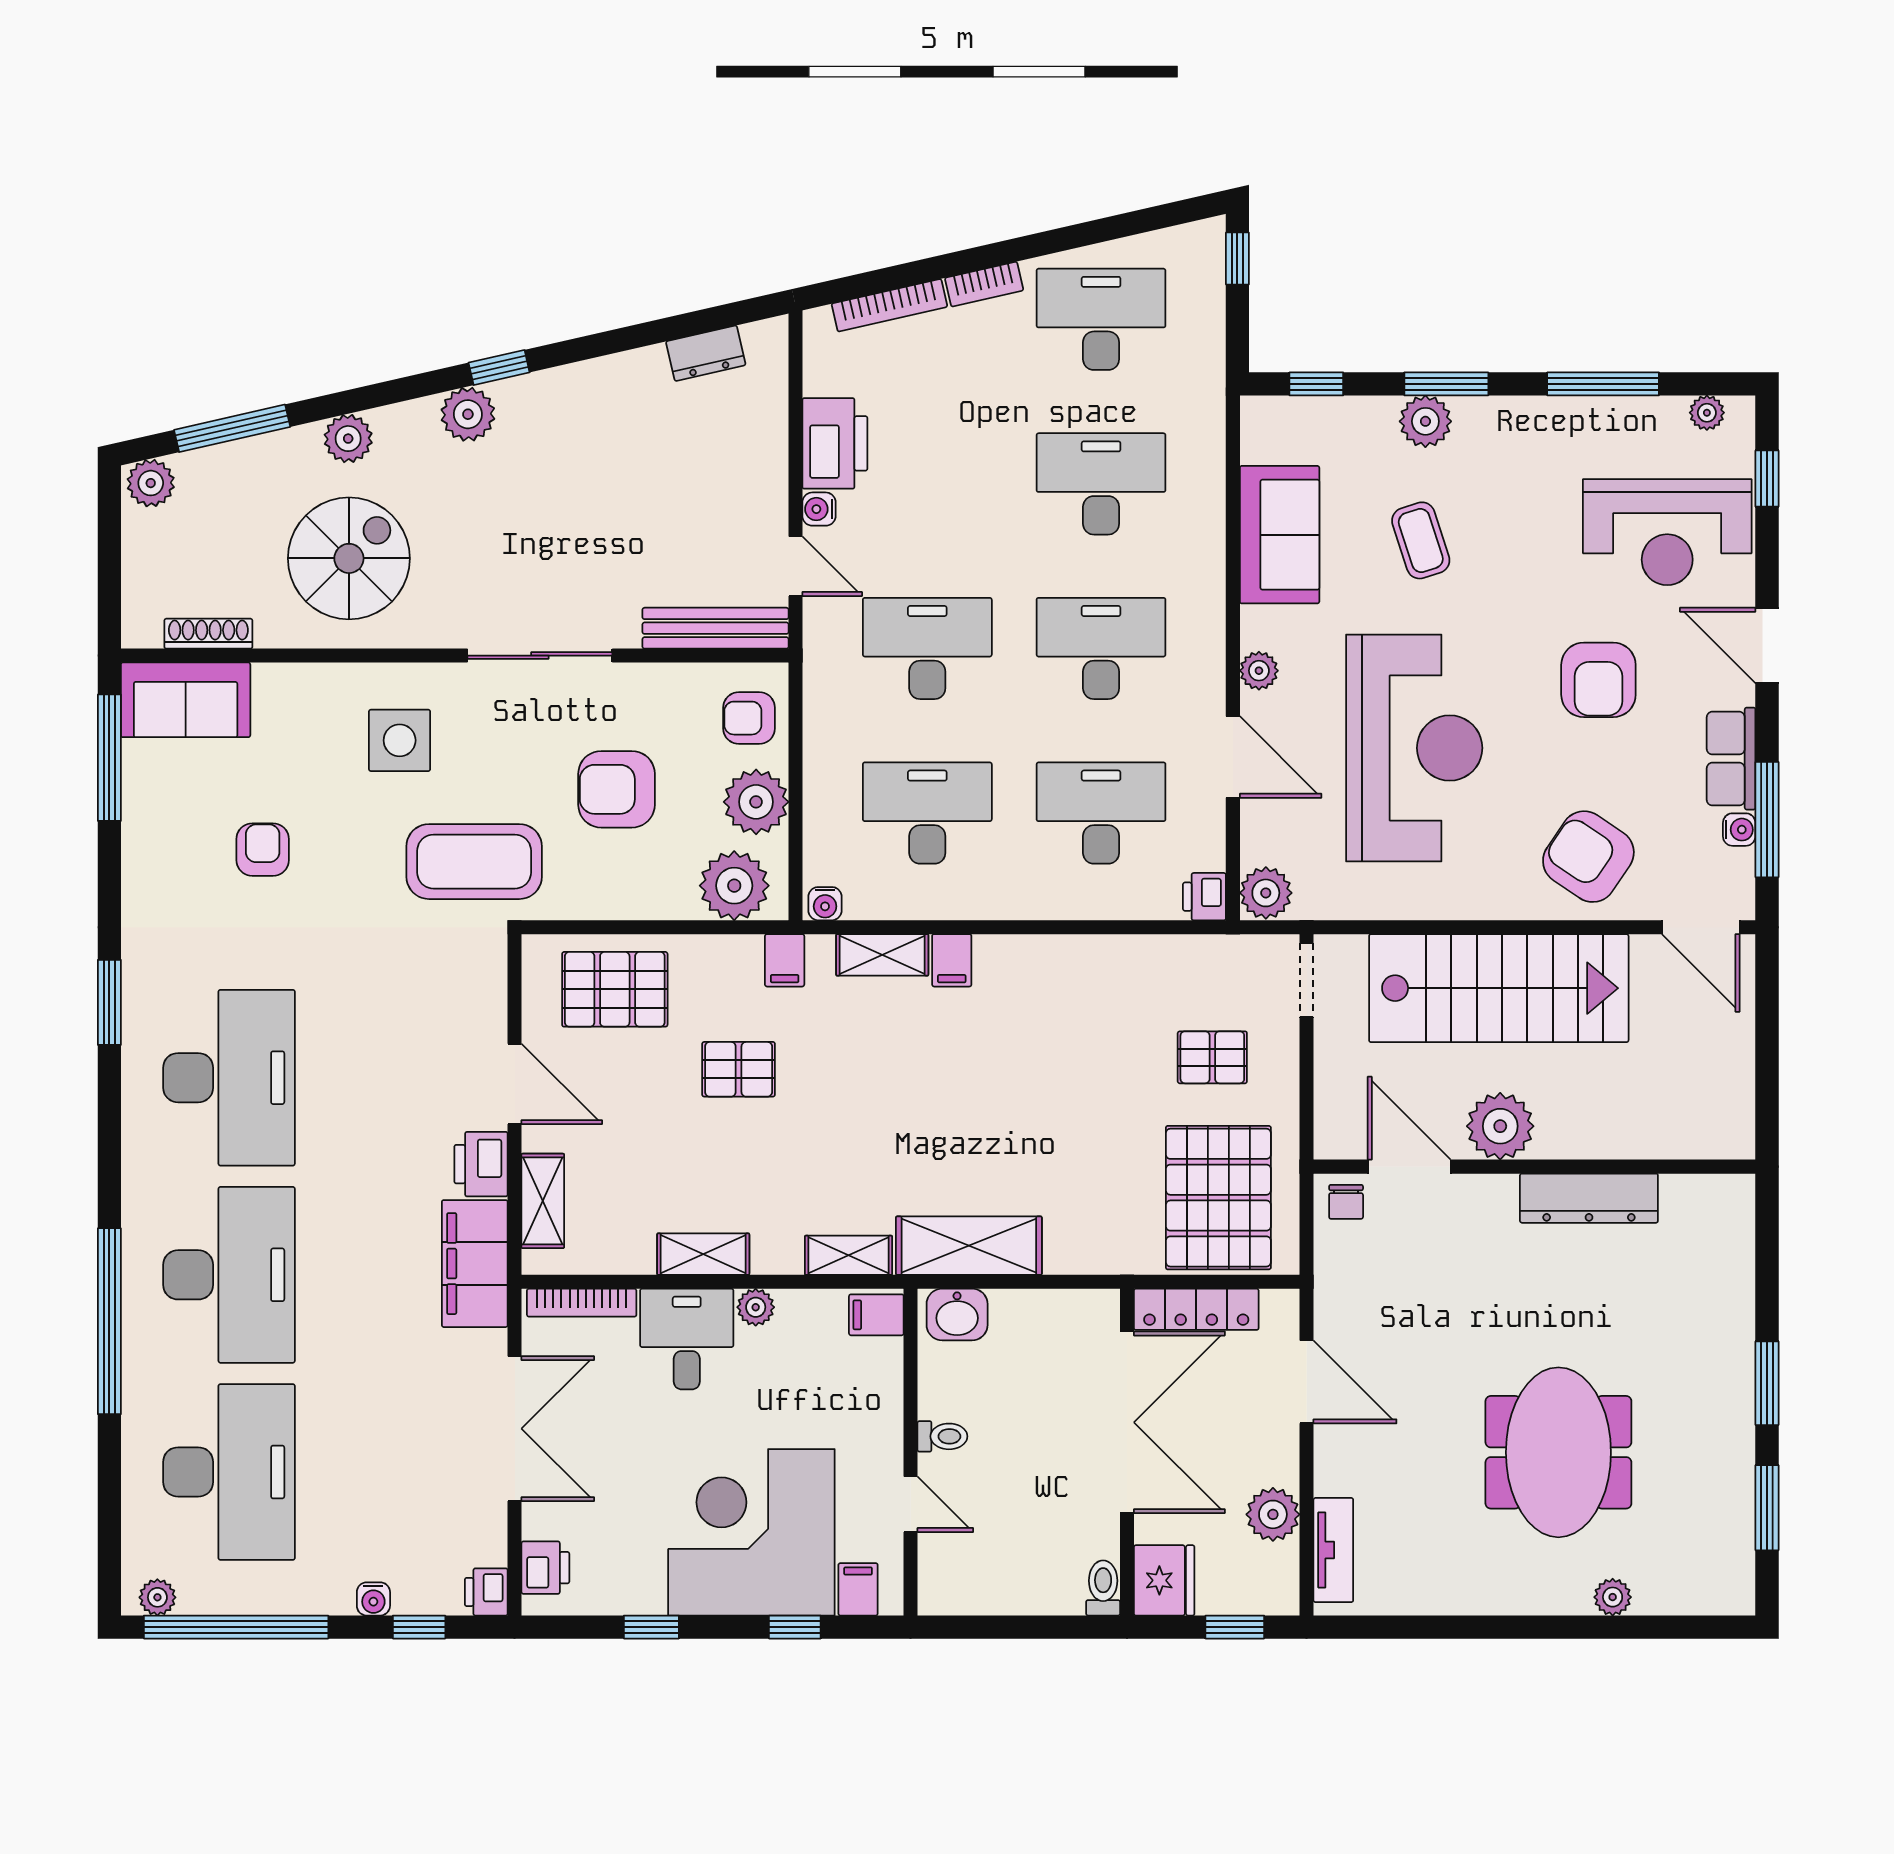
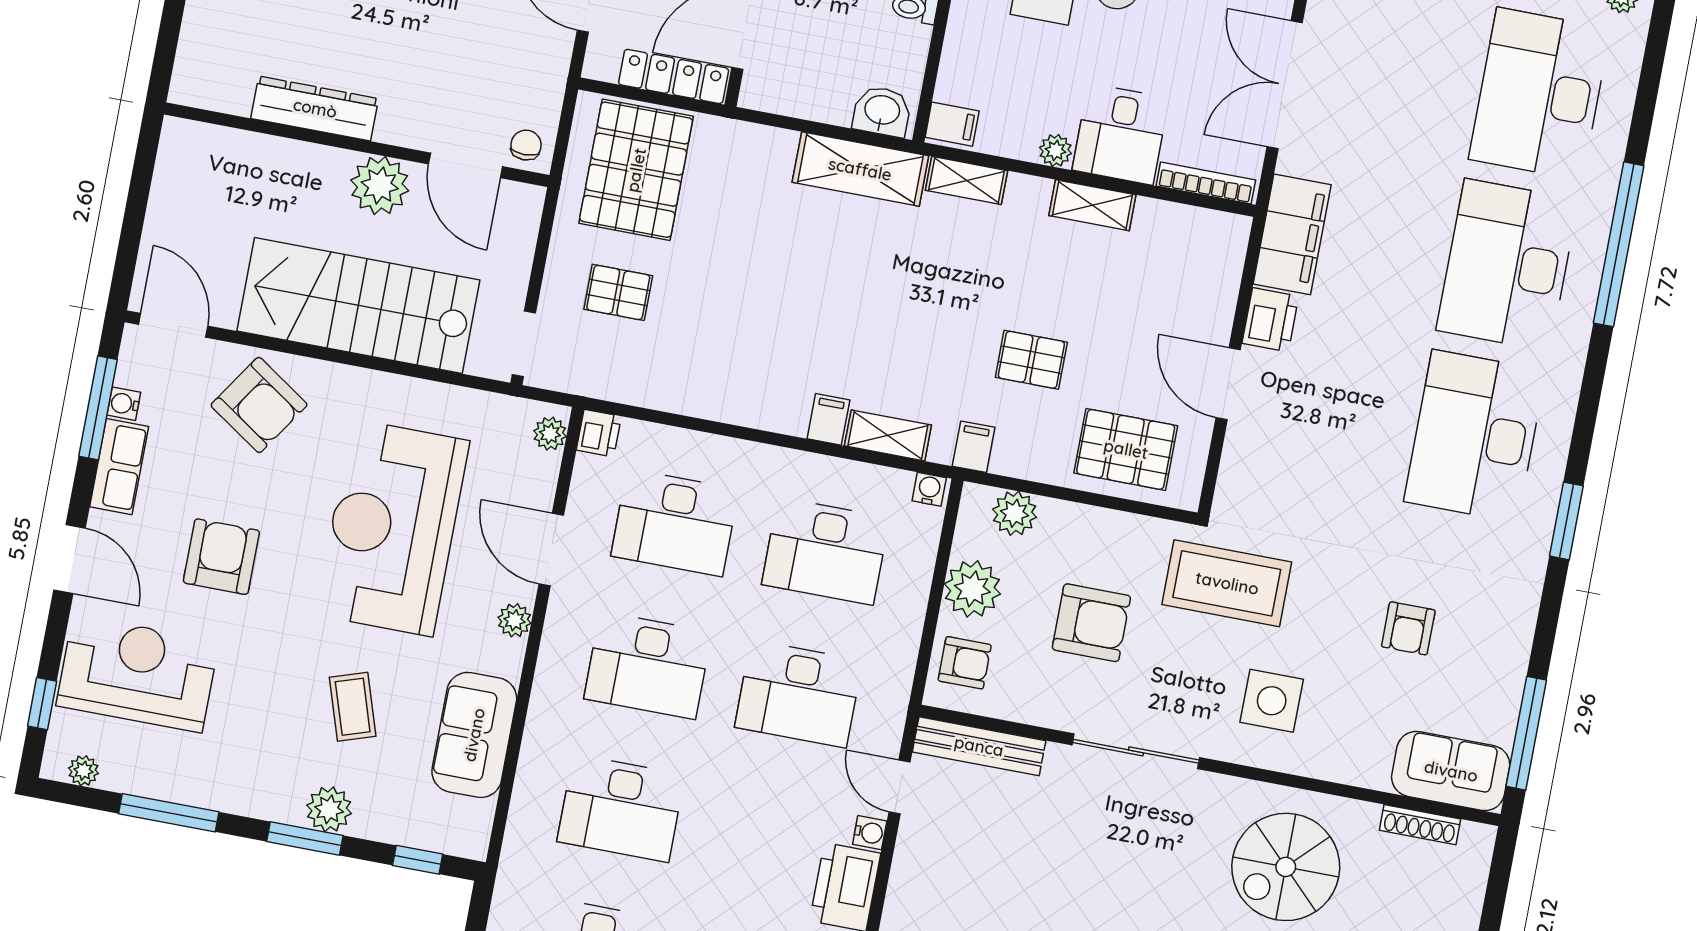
plant: (734, 886) -> (1015, 513), width x0.73, depth x0.73
plant: (1266, 893) -> (550, 434), width x0.73, depth x0.73
shelving: (543, 1201) -> (1223, 278), removed

